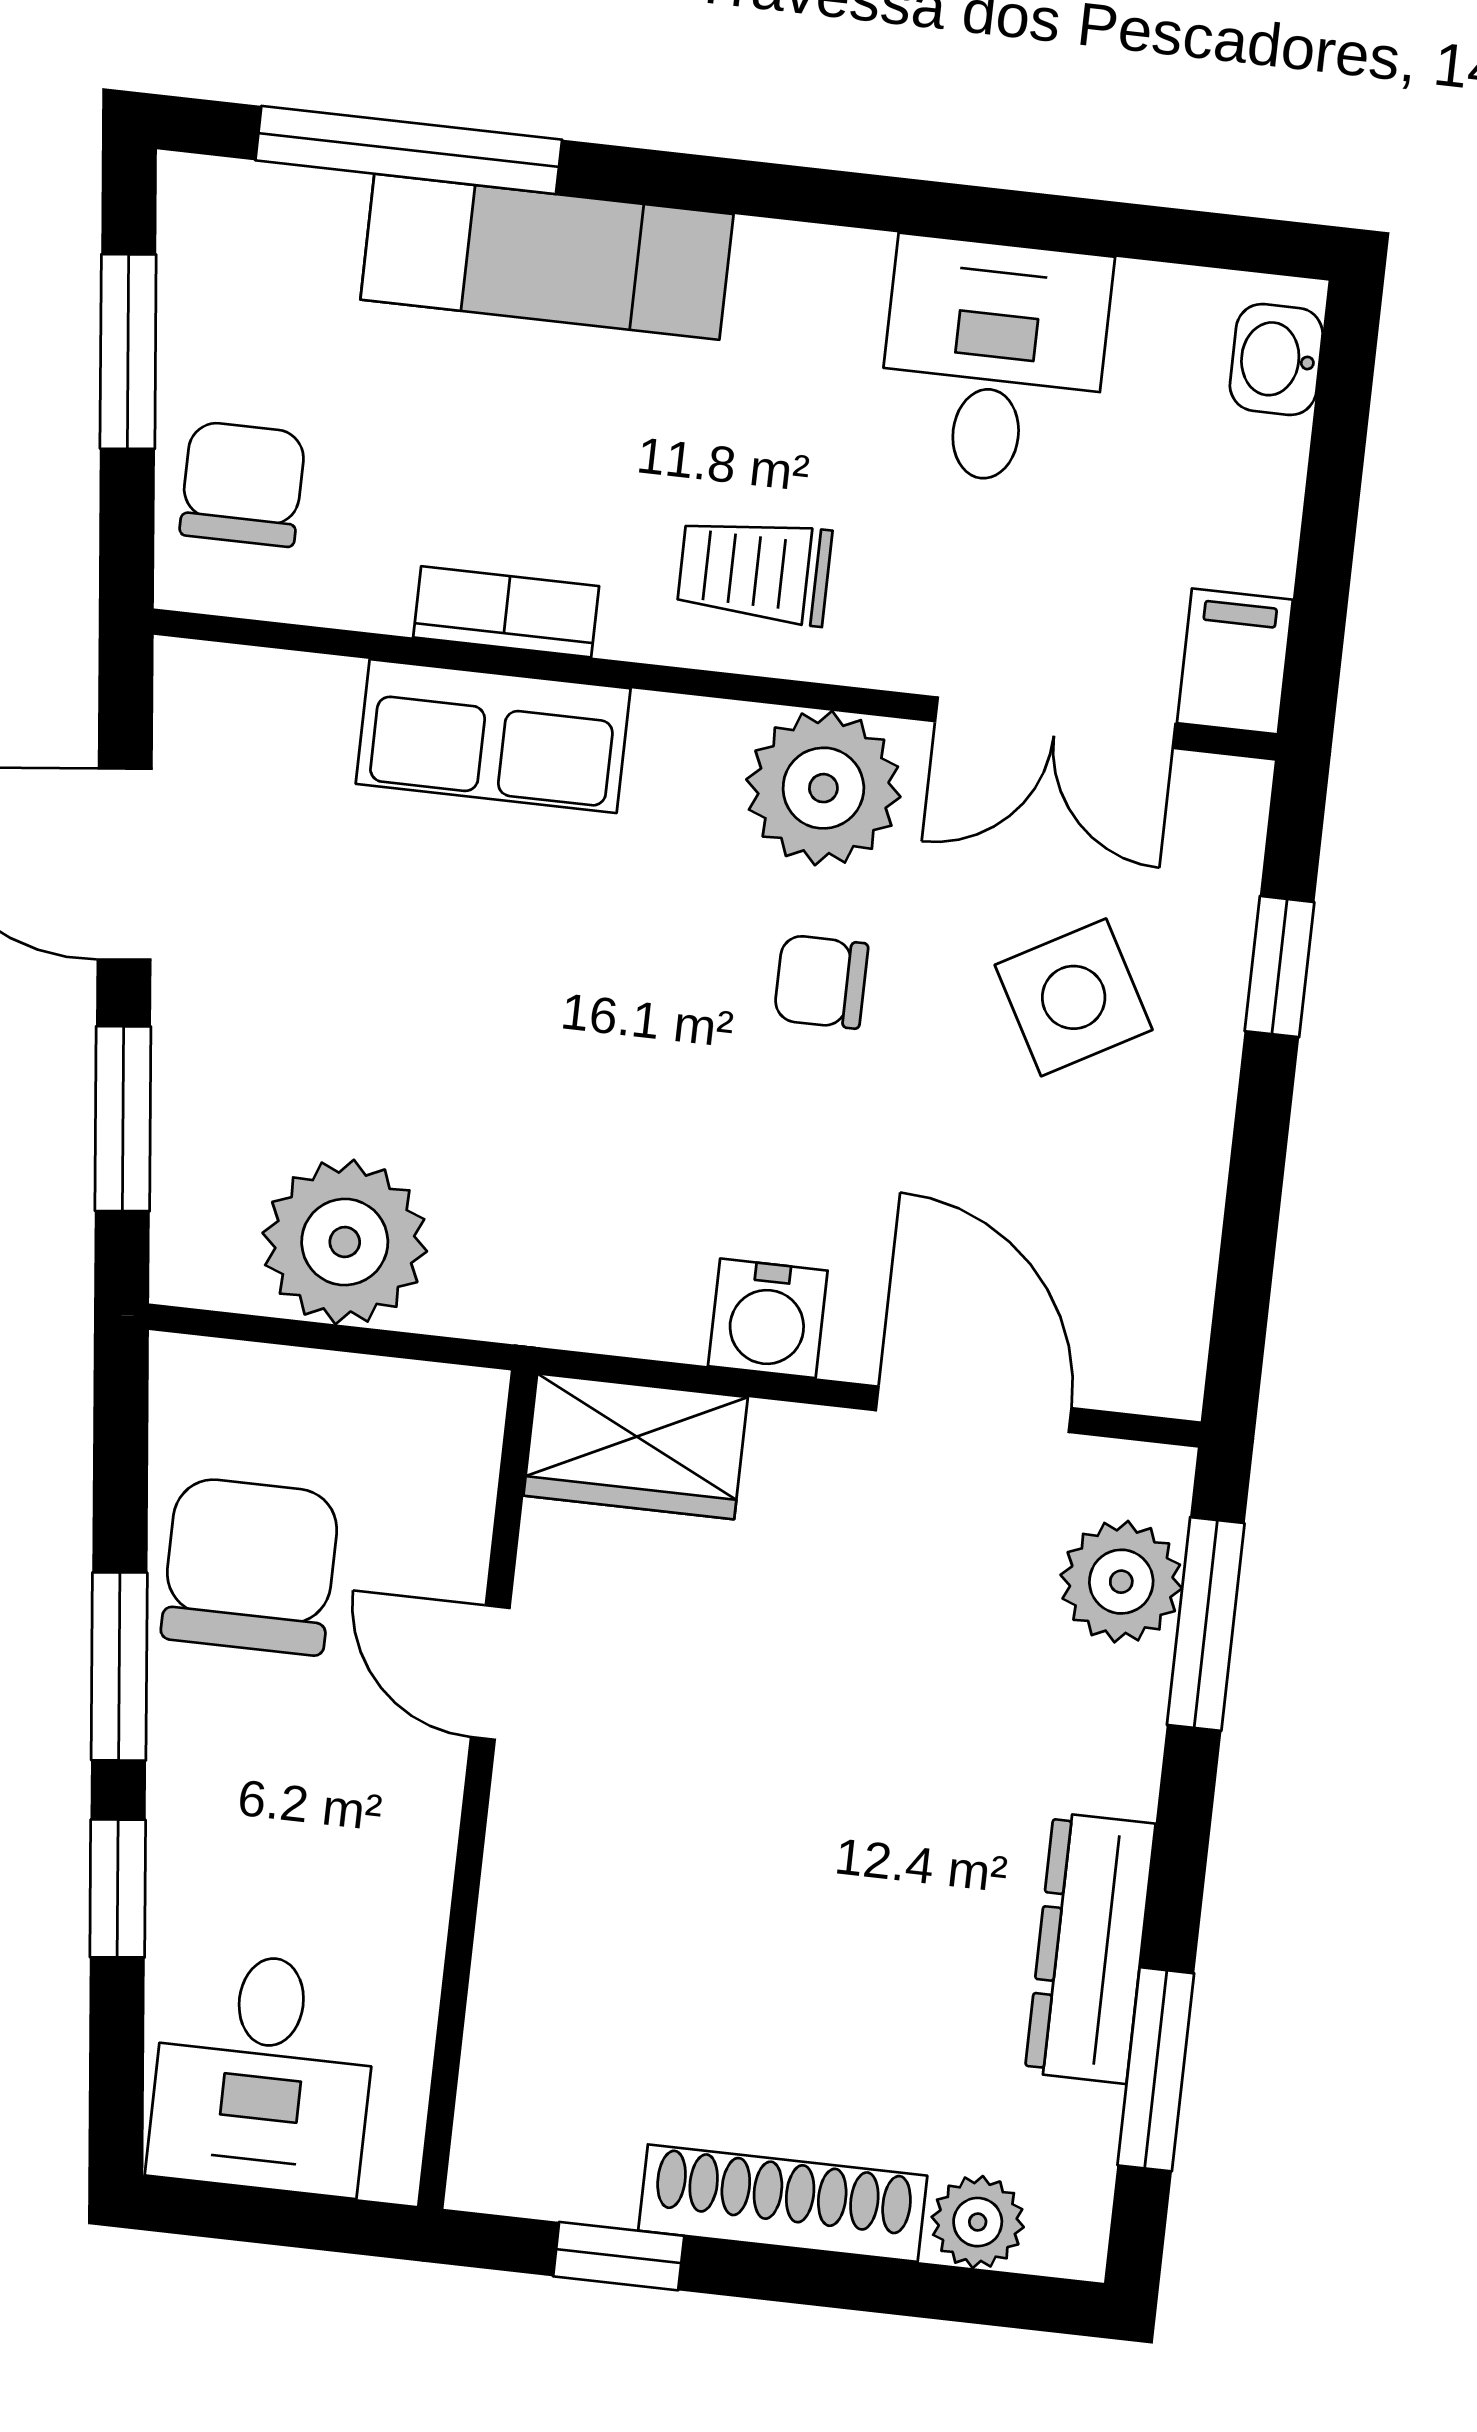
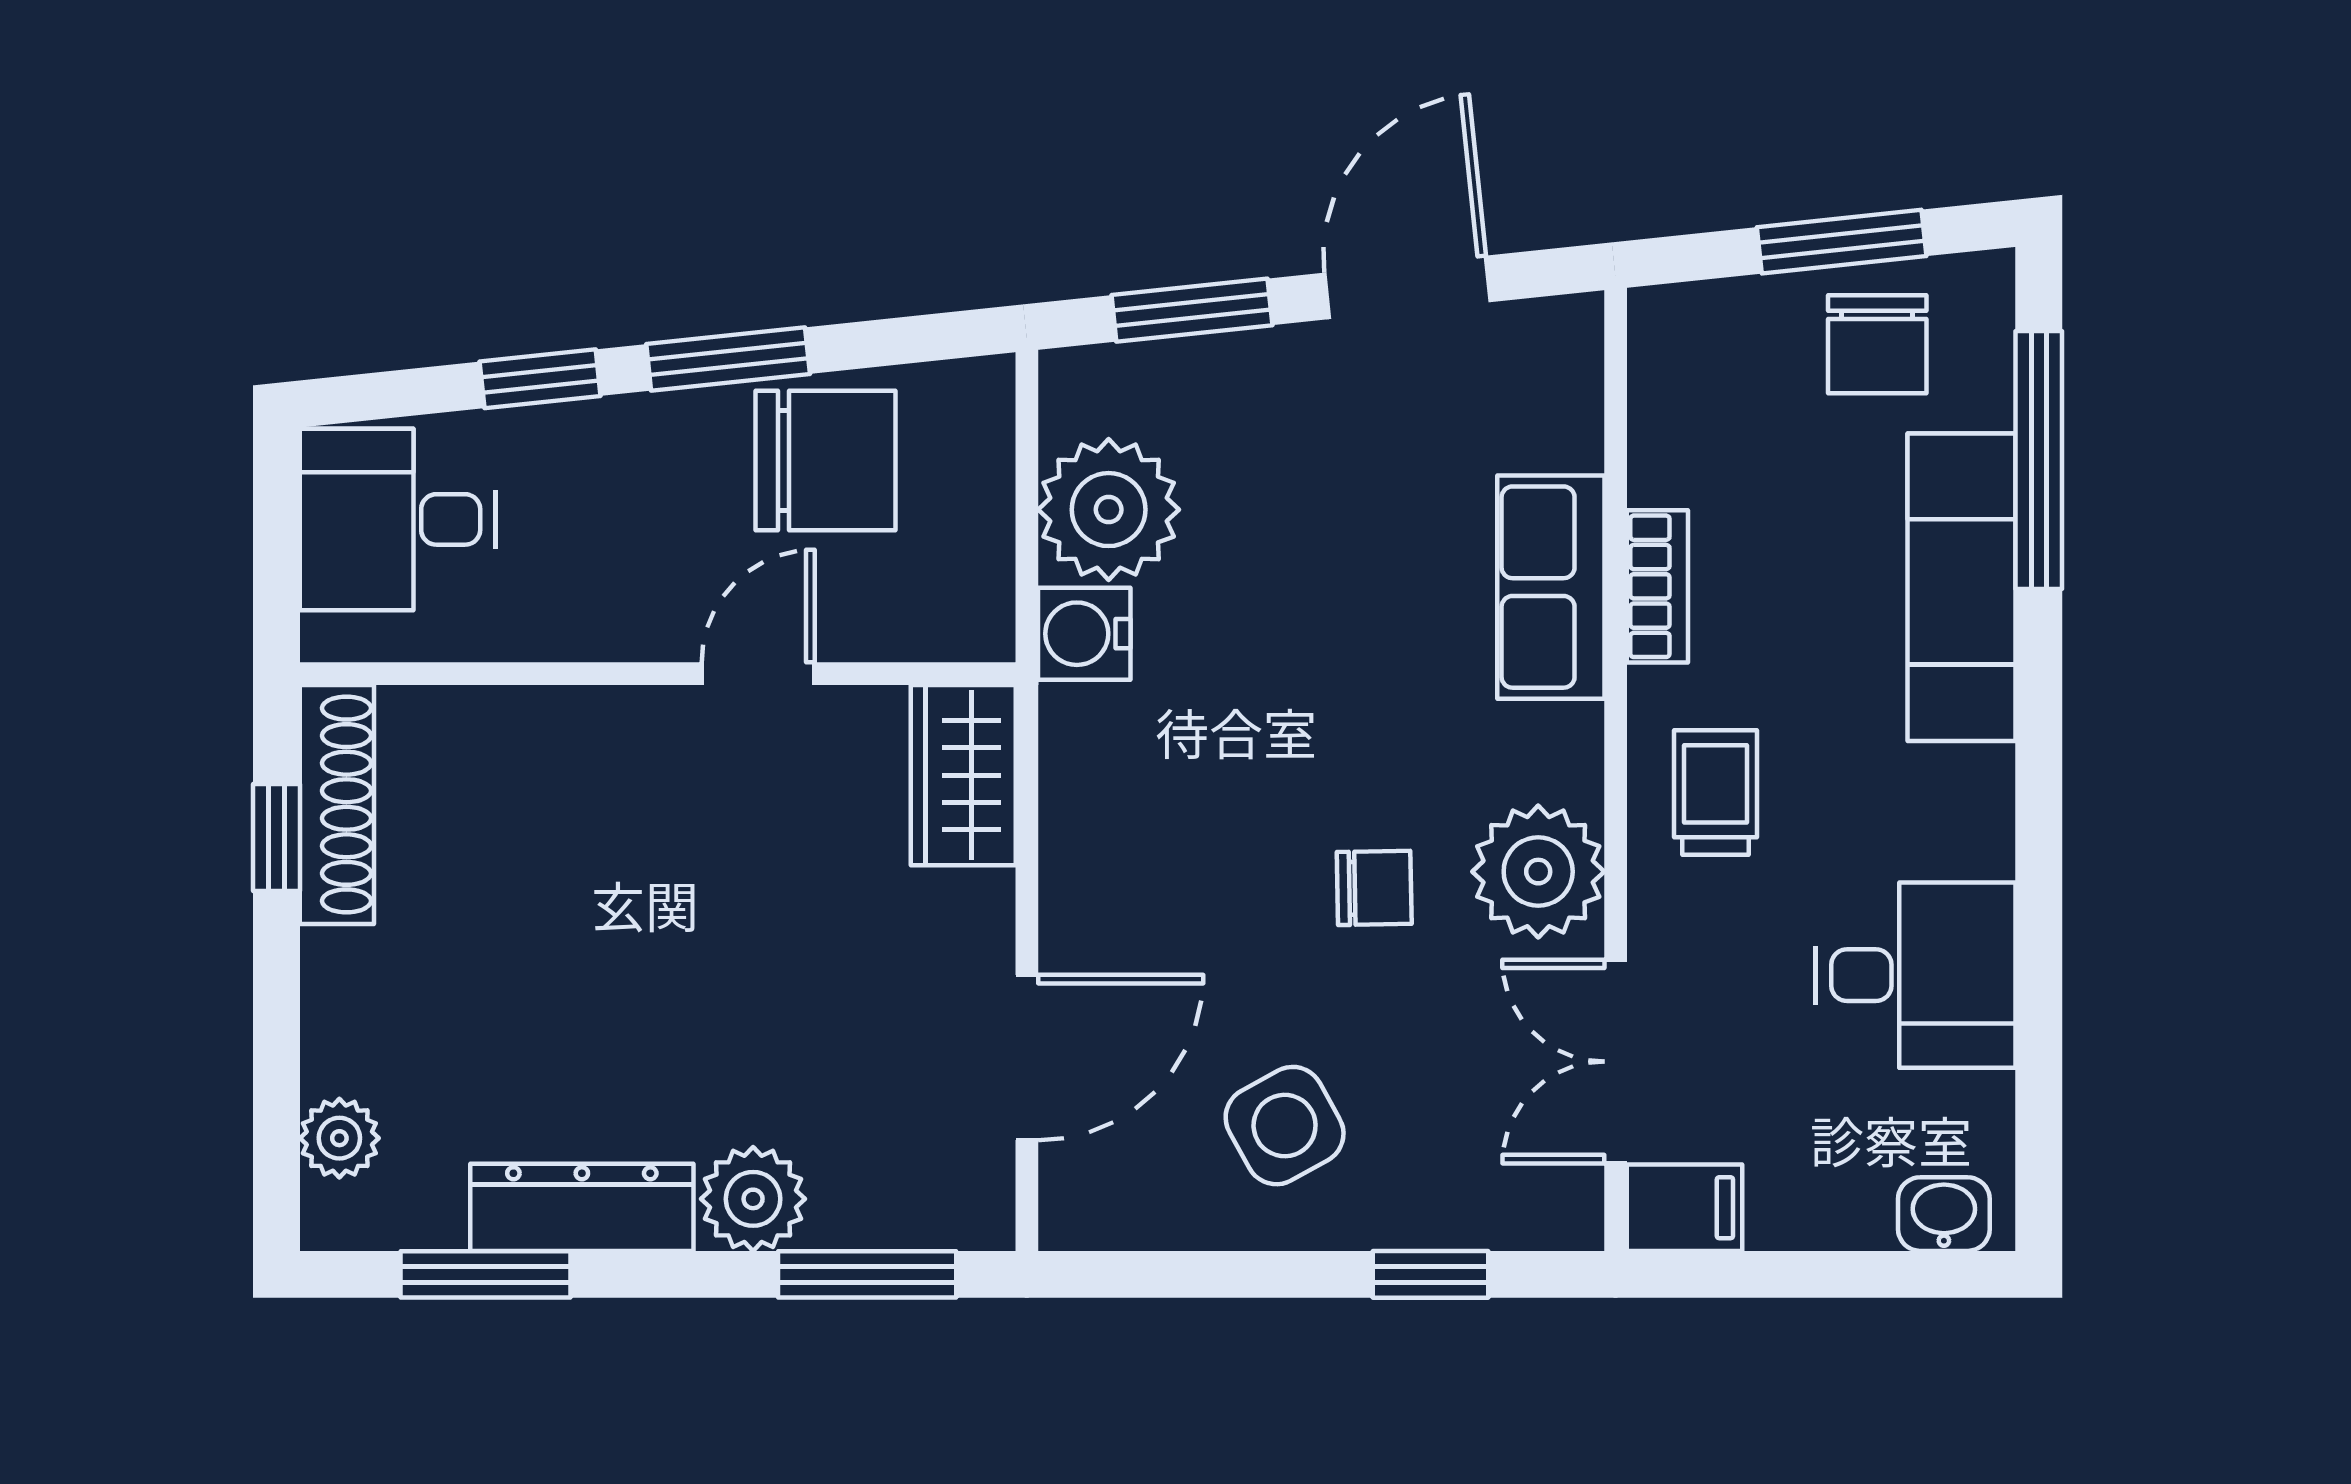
chair: (243, 484) -> (1877, 344), moved, turned 90
chair: (821, 982) -> (1374, 888), turned 89
side table: (1074, 997) -> (1285, 1126), moved
water cooler: (768, 1318) -> (1084, 634), moved
plant: (1121, 1582) -> (753, 1199), moved
shoe rack: (783, 2203) -> (337, 804), moved

